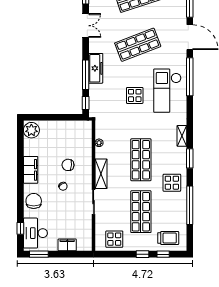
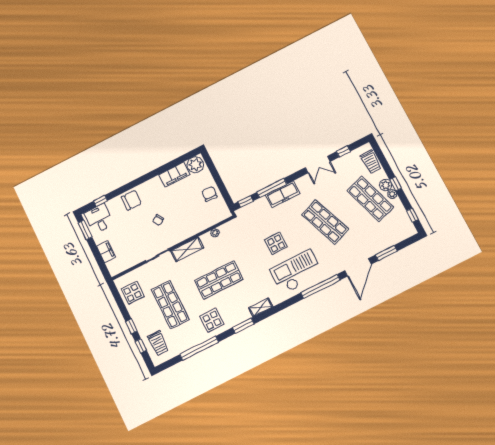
chair: (68, 165) -> (210, 194), moved
filing cabinet: (31, 170) -> (174, 175), moved
shop shelf: (141, 212) -> (170, 305), turned 90
desk: (35, 233) -> (99, 219), width x0.73

